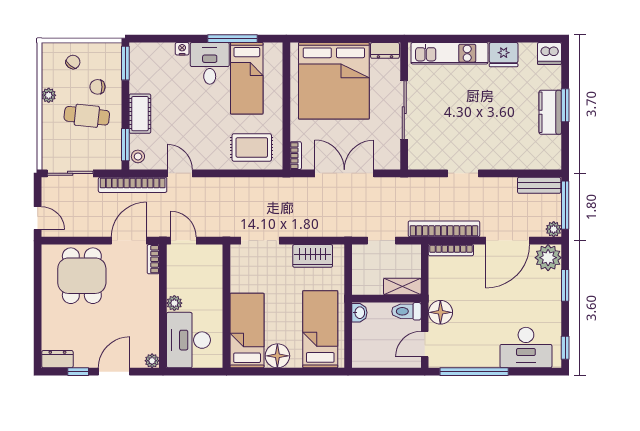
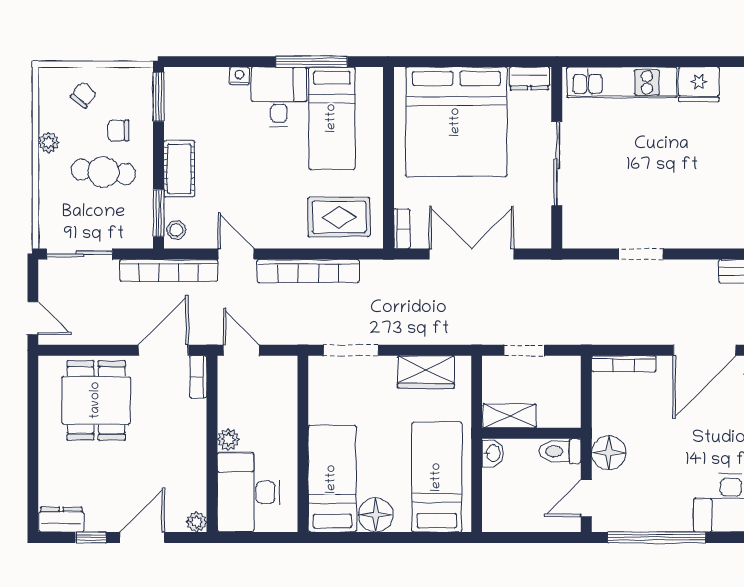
bookcase: (444, 229) -> (308, 271), moved, turned 180
shelving: (402, 286) -> (510, 416), moved

